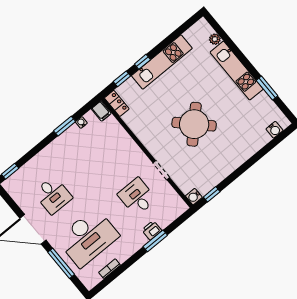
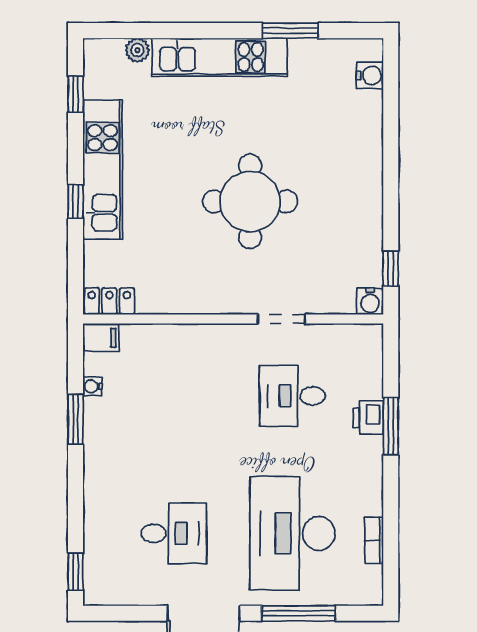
window: (122, 79) -> (76, 94), moved
round table: (194, 124) -> (250, 201), turned 45
desk: (88, 237) -> (292, 533), turned 180

